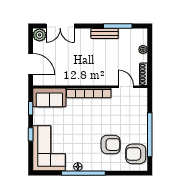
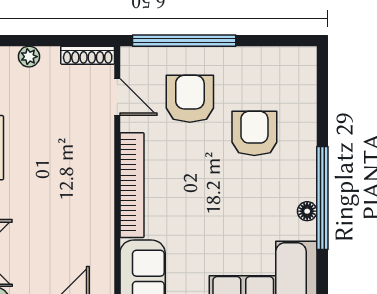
door: (126, 87) -> (117, 97), swing flipped
window: (150, 135) -> (184, 41), moved
armchair: (136, 154) -> (190, 99), moved, turned 180

